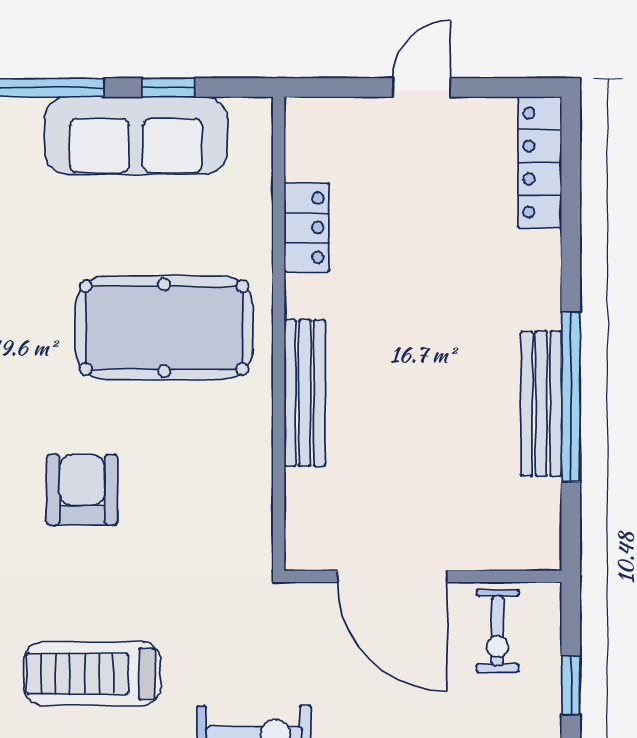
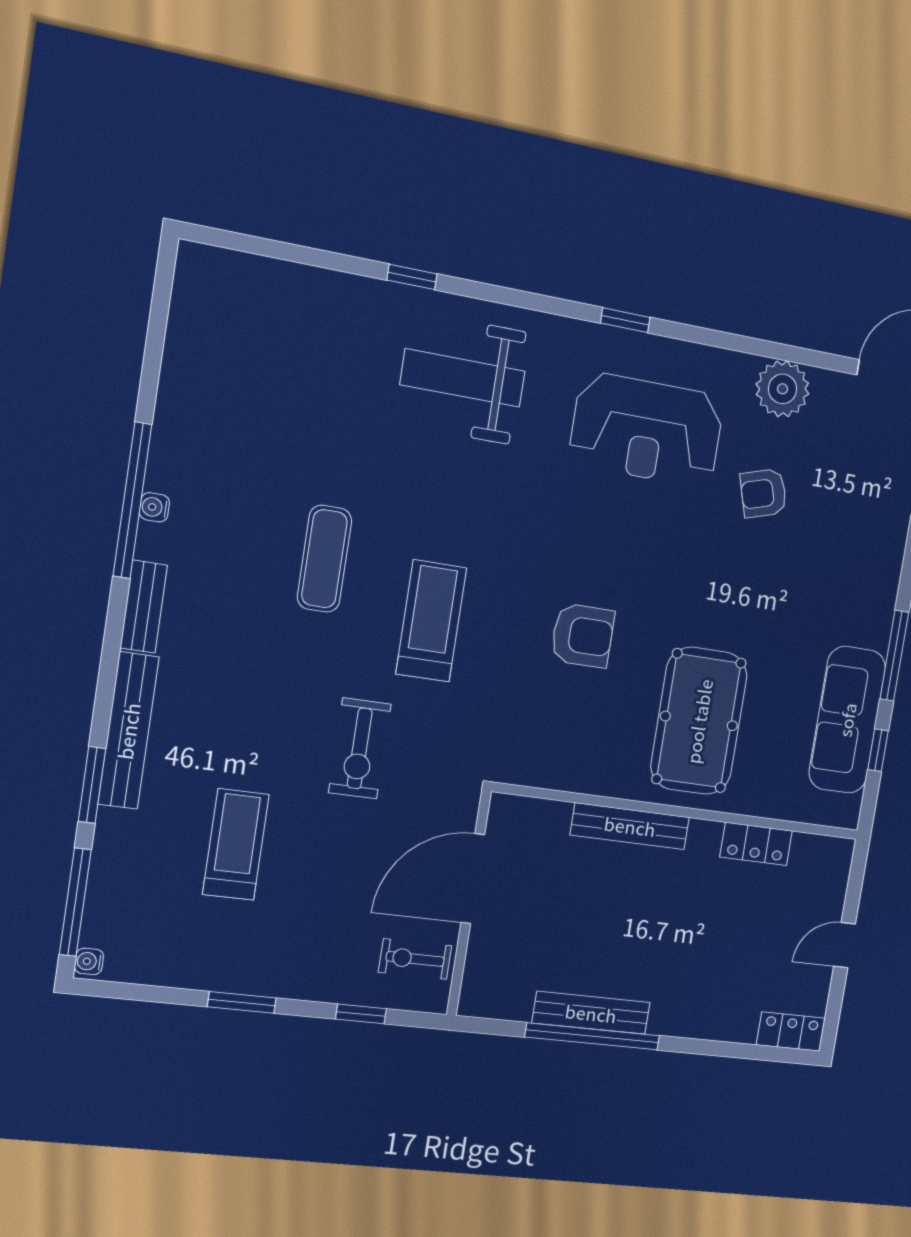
door: (421, 87) -> (845, 945), swing flipped
locker: (540, 162) -> (791, 1032), width x0.66

